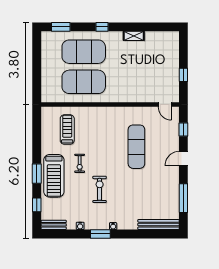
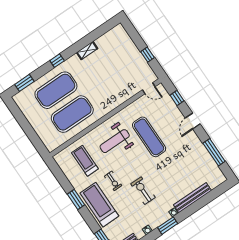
weight bench: (104, 130) -> (115, 141), added
window: (37, 174) -> (76, 199), moved
treadmill: (54, 176) -> (99, 205), turned 180
bench: (159, 225) -> (192, 198), moved

